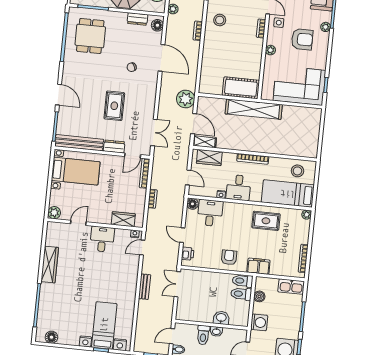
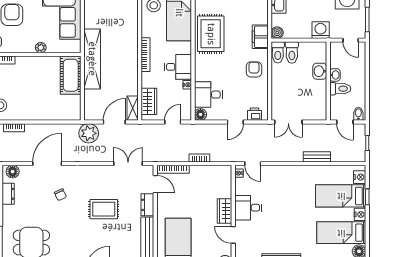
plant: (270, 50) -> (41, 48), moved
wardrobe: (123, 219) -> (225, 211), moved
rug: (266, 221) -> (211, 34), width x1.36, depth x1.43
armchair: (229, 257) -> (254, 69), turned 90
bench: (145, 287) -> (317, 157), moved
boiler: (259, 296) -> (277, 33), moved
bed: (70, 322) -> (341, 233), added

